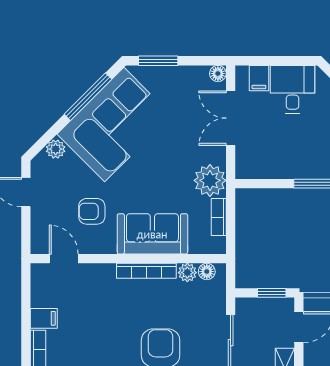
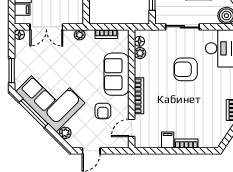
plant: (210, 180) -> (80, 35), width x0.53, depth x0.53
bookcase: (146, 271) -> (139, 96), moved

